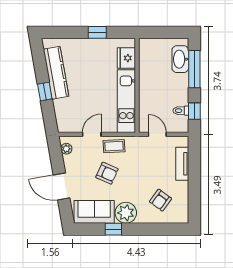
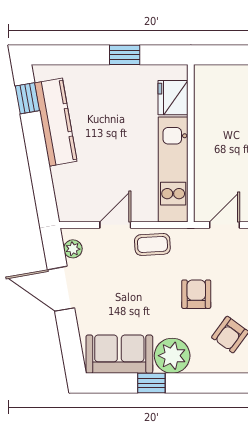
window: (45, 91) -> (27, 98), moved
door: (157, 134) -> (225, 225), hinge flipped
armchair: (107, 173) -> (196, 294), moved, turned -114
door: (62, 187) -> (61, 289), moved

